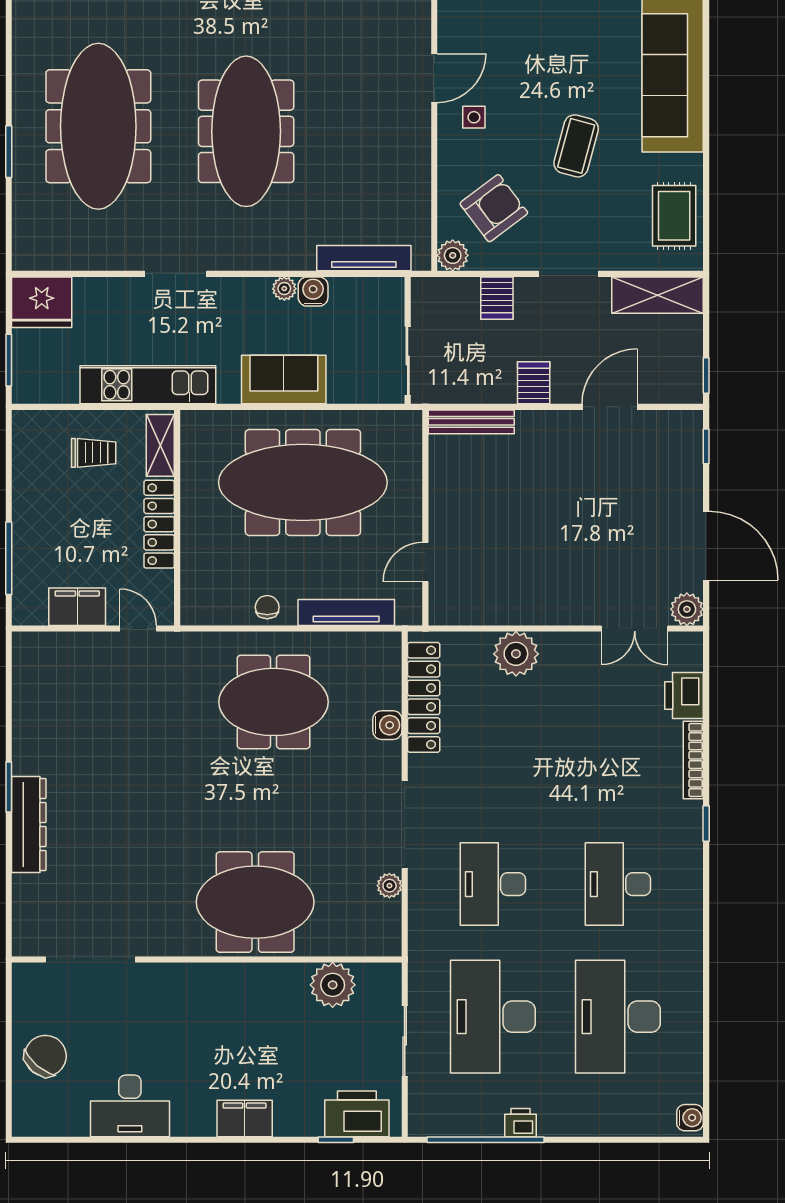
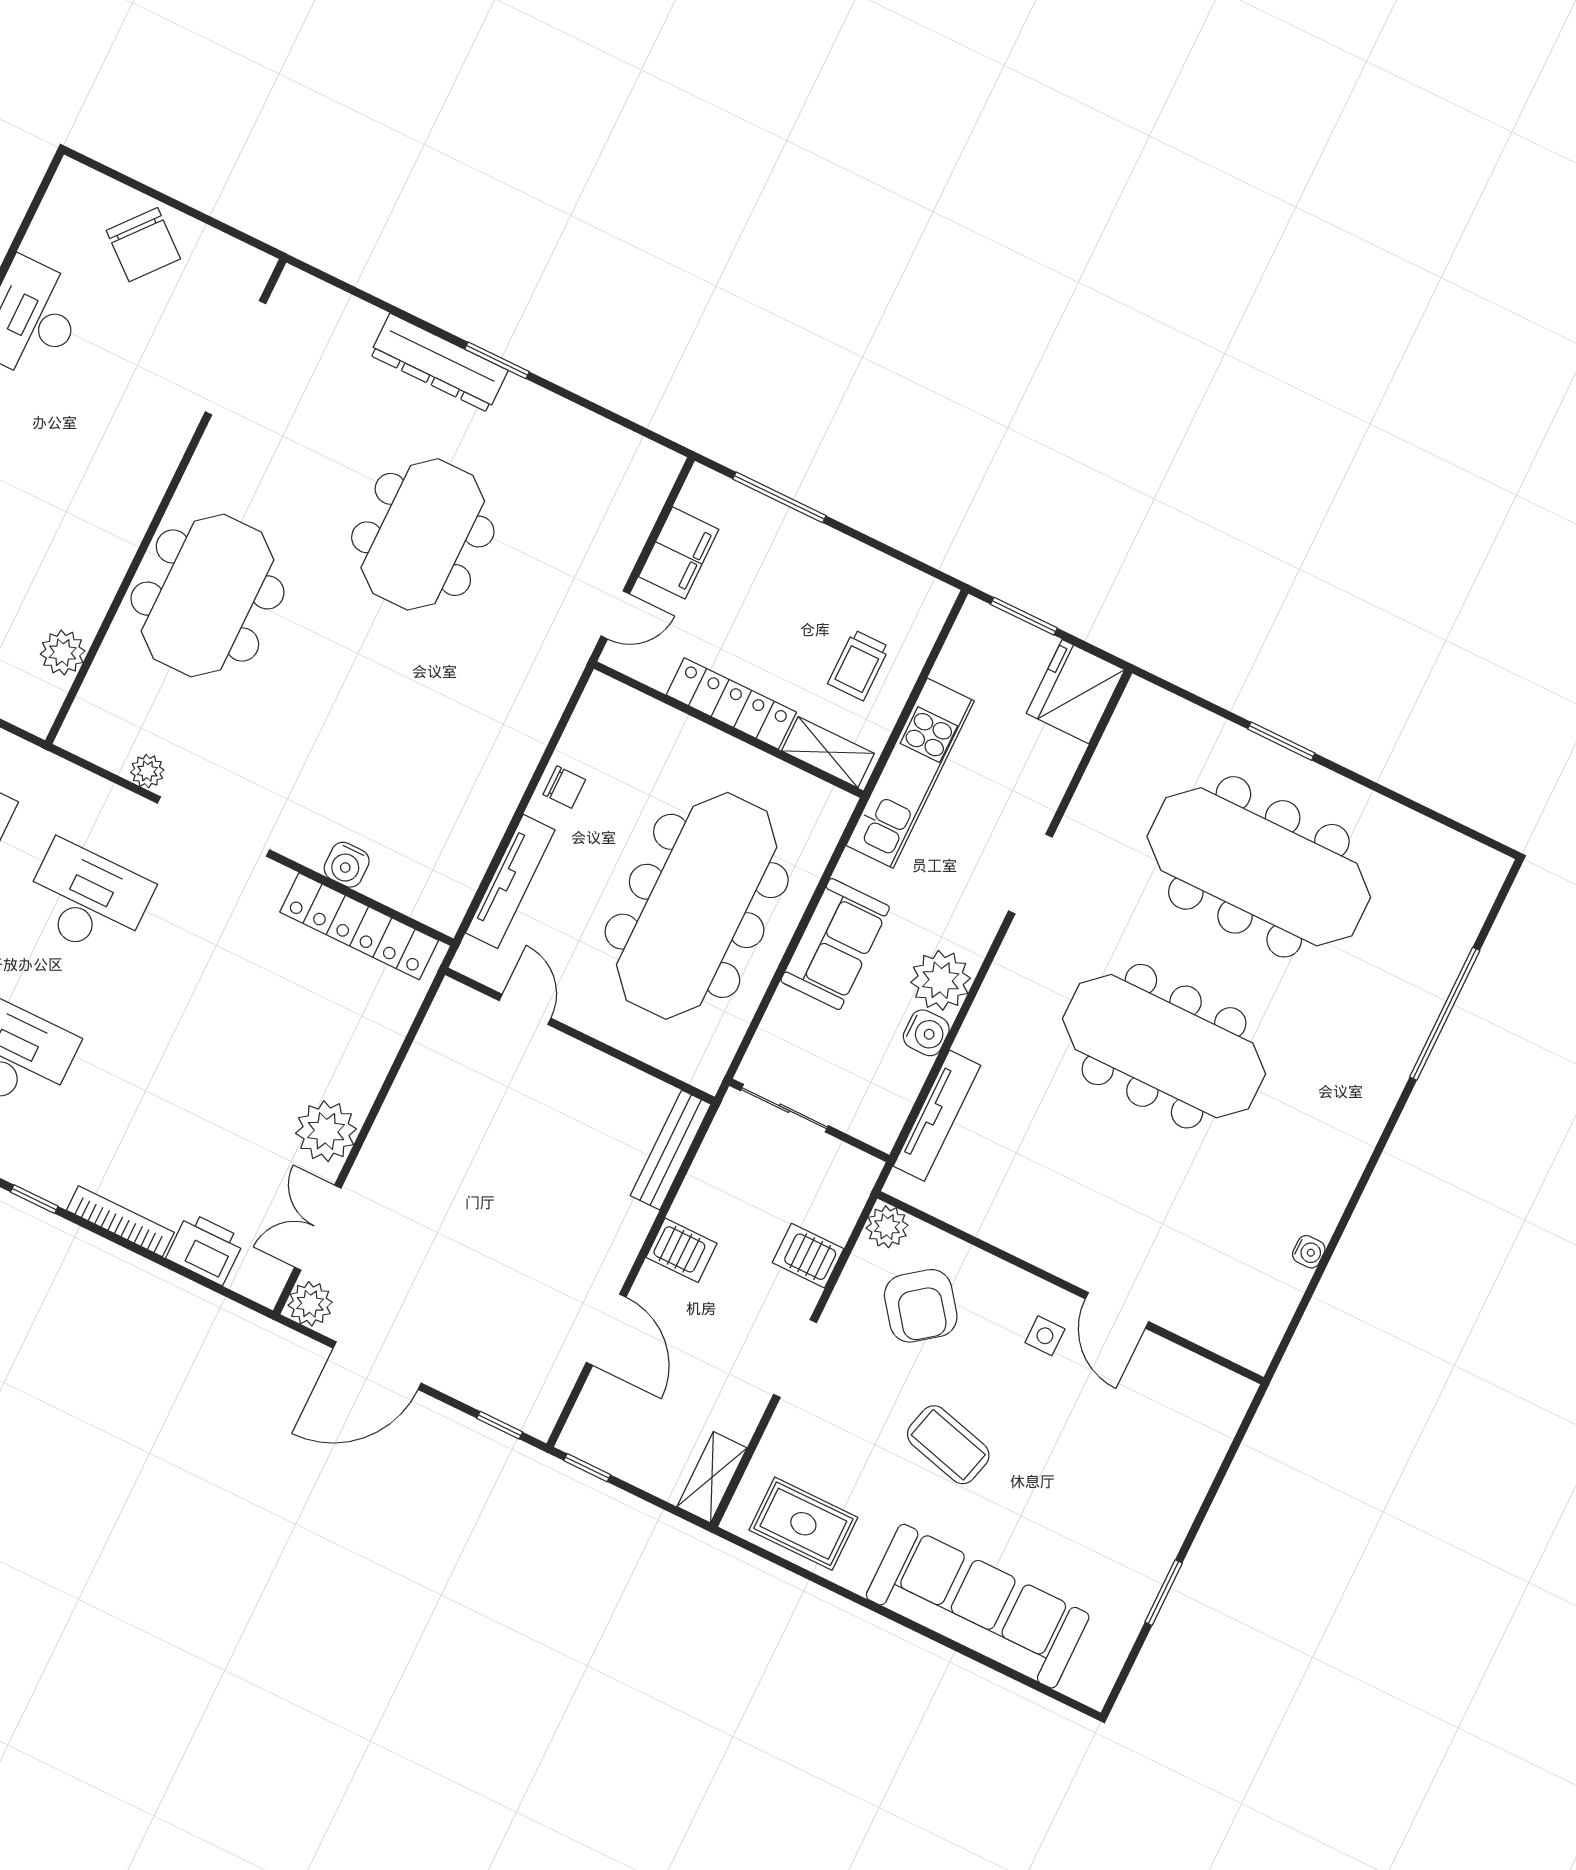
plant: (284, 289) -> (941, 980), width x1.88, depth x1.88
shelving: (658, 295) -> (712, 1477), width x0.67, depth x0.75
plant: (516, 654) -> (326, 1131), moved
meeting table: (274, 702) -> (423, 534), moved
plant: (333, 985) -> (63, 653), width x0.73, depth x0.73

